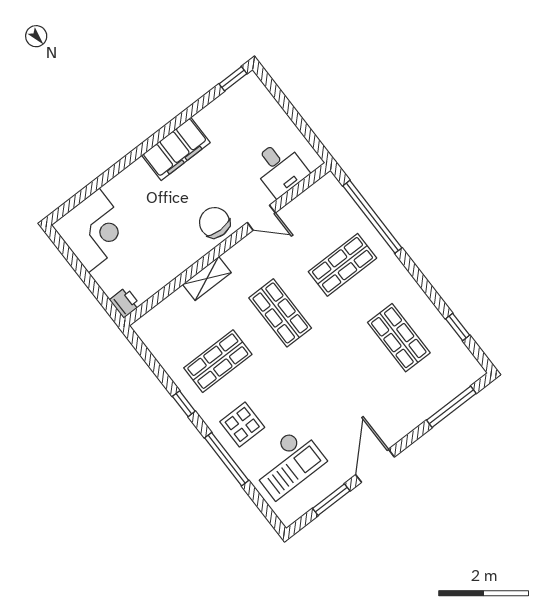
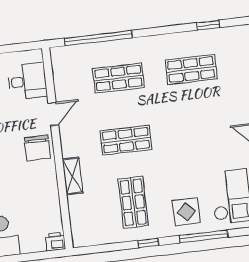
chair: (215, 223) -> (37, 148), turned -90
shop shelf: (343, 265) -> (119, 78), turned 90

